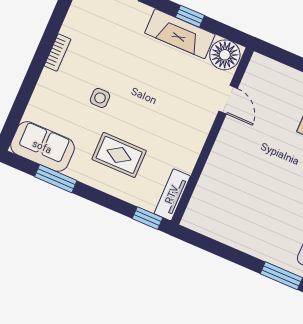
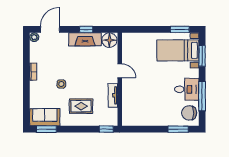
door: (228, 100) -> (120, 71), moved
window: (56, 179) -> (46, 129), moved
tv unit: (172, 195) -> (113, 95), moved

